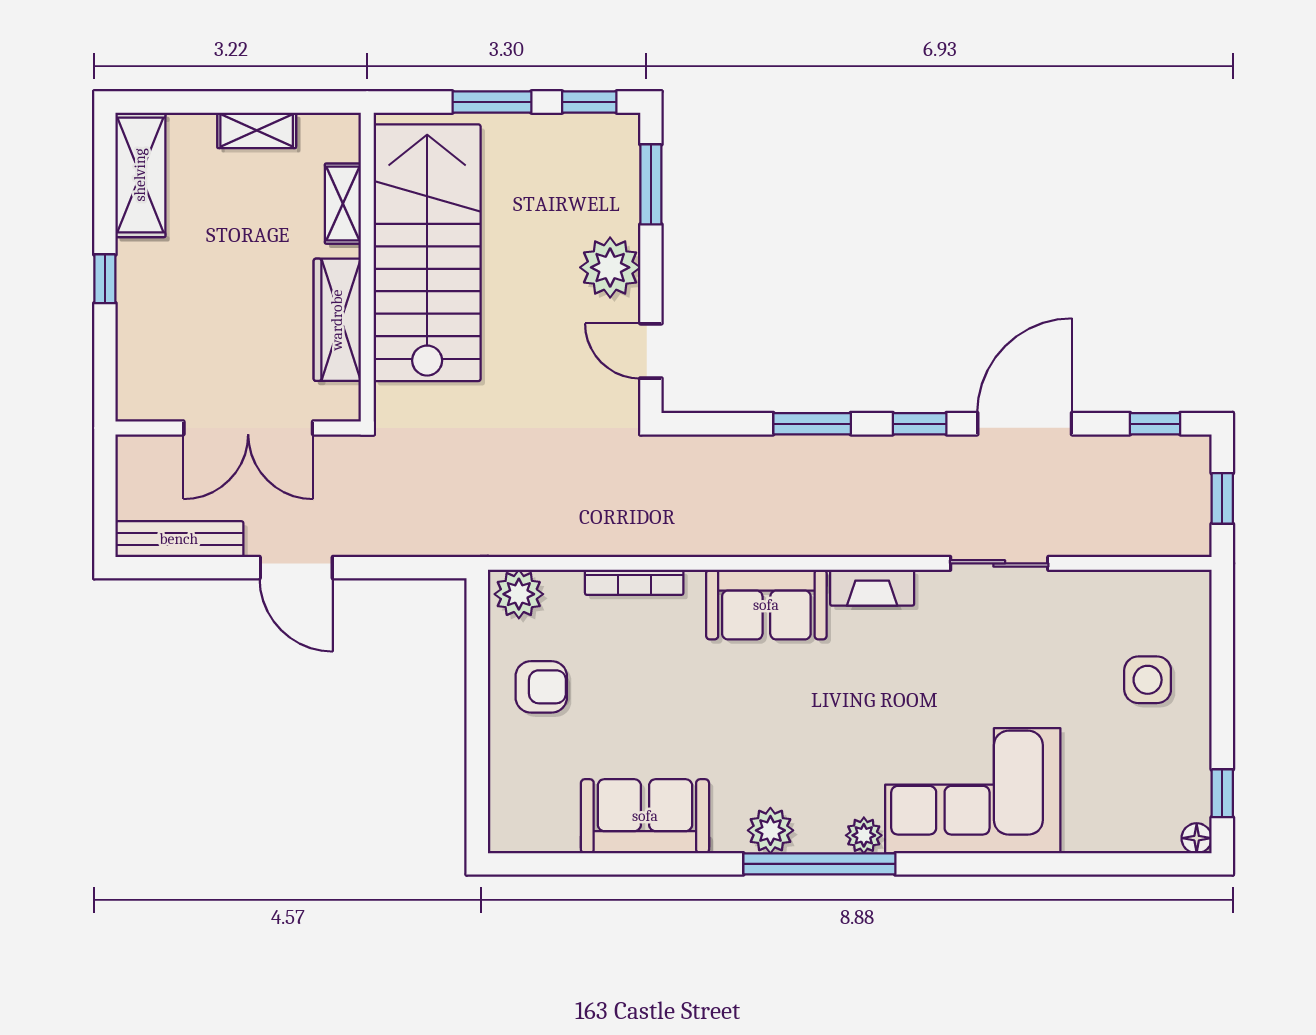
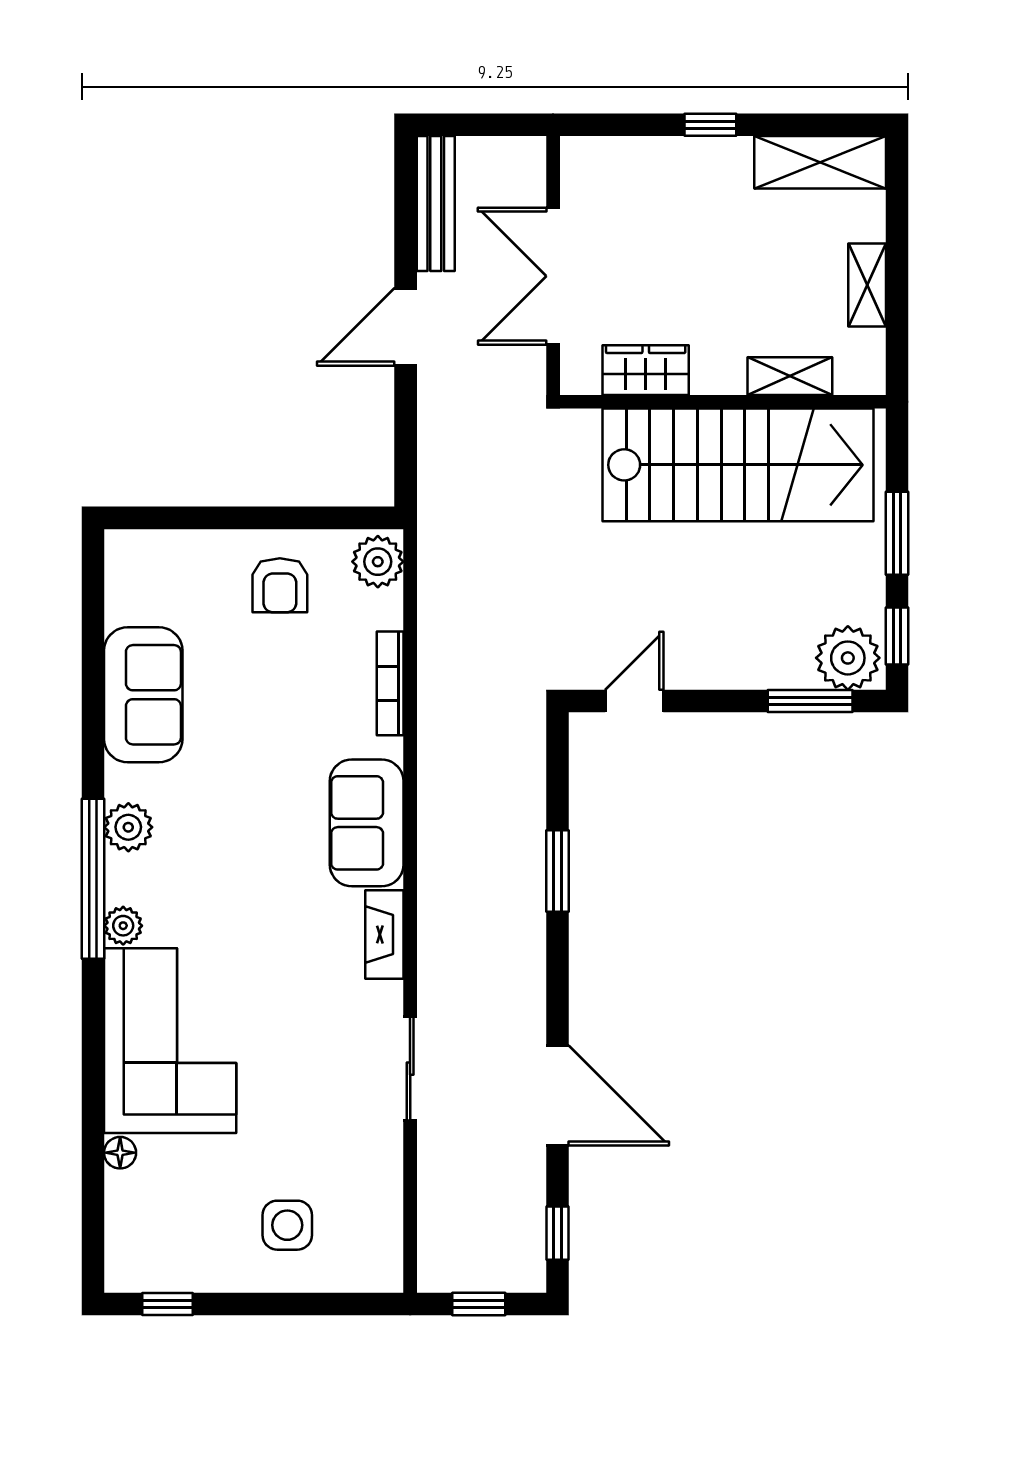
plant: (610, 267) -> (848, 658), moved
wardrobe: (337, 320) -> (646, 370), width x0.67
window: (920, 424) -> (558, 985), removed
floor lamp: (1197, 838) -> (120, 1153), moved

